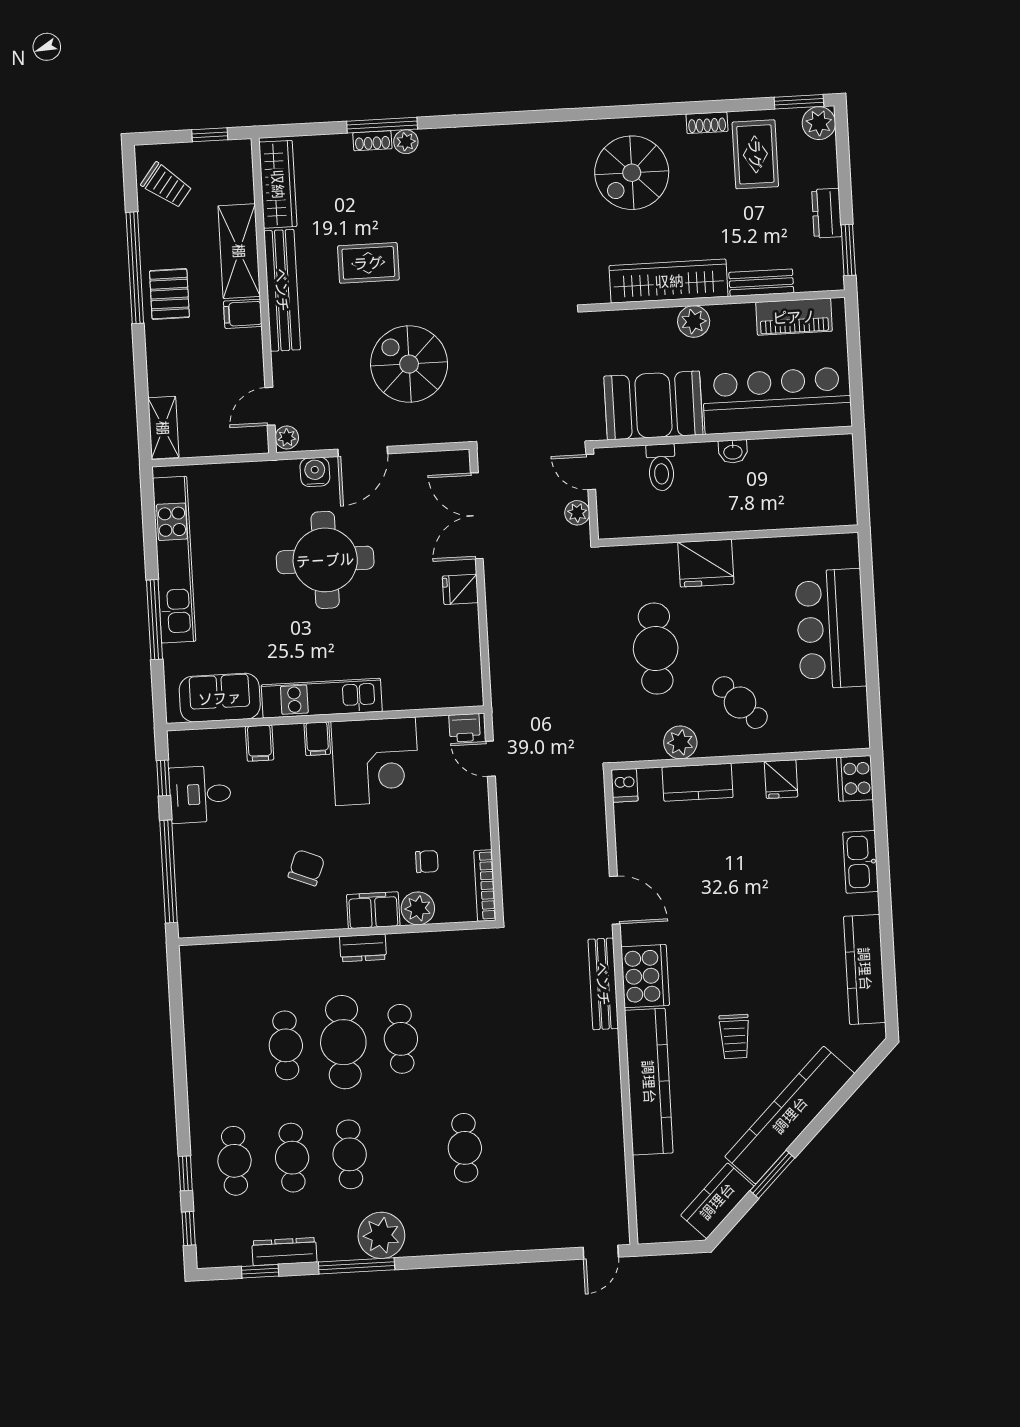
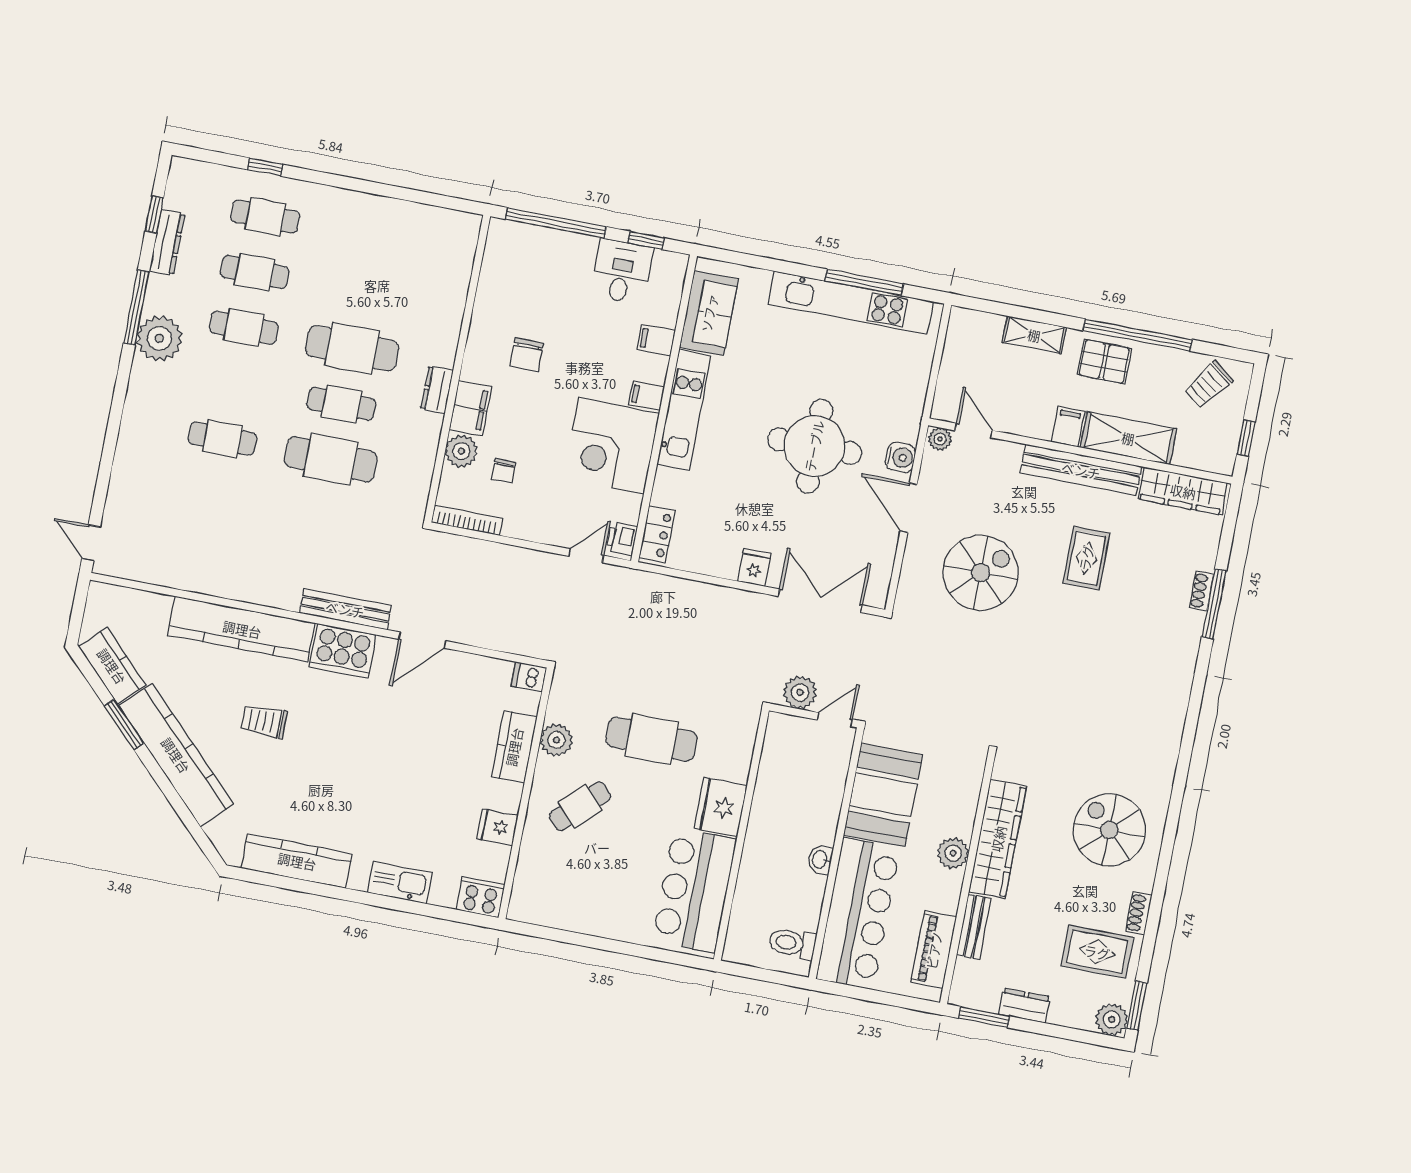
plant: (406, 142) -> (1193, 623), removed
shelving: (163, 428) -> (1034, 335), moved
toilet: (661, 467) -> (792, 943), moved
plant: (577, 513) -> (800, 692), width x1.38, depth x1.38
window: (154, 620) -> (864, 282), moved
bar counter: (831, 629) -> (694, 890), moved, turned -90
locker: (452, 694) -> (657, 534), added
chair: (306, 868) -> (527, 355), turned 68
cafe table: (286, 1045) -> (331, 459), moved, width x1.37, depth x1.35
window: (189, 1229) -> (212, 157), removed

